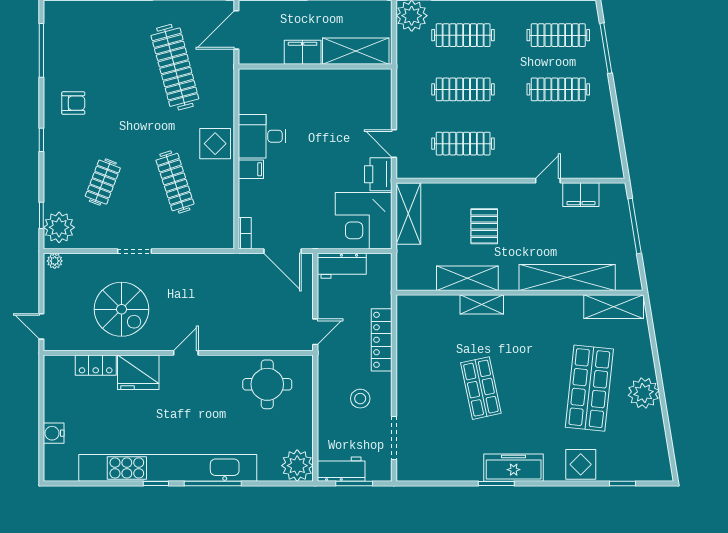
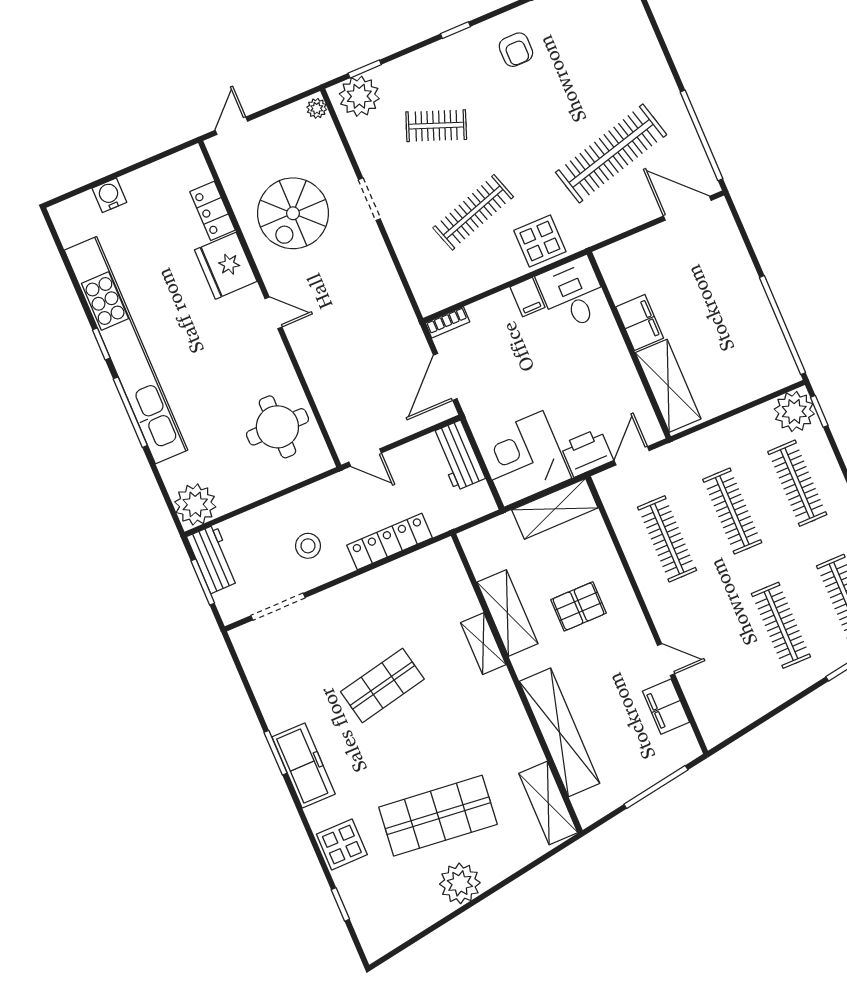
shelving: (356, 51) -> (668, 386), moved
filing cabinet: (303, 52) -> (640, 323), moved
wall: (315, 67) -> (629, 345), moved

